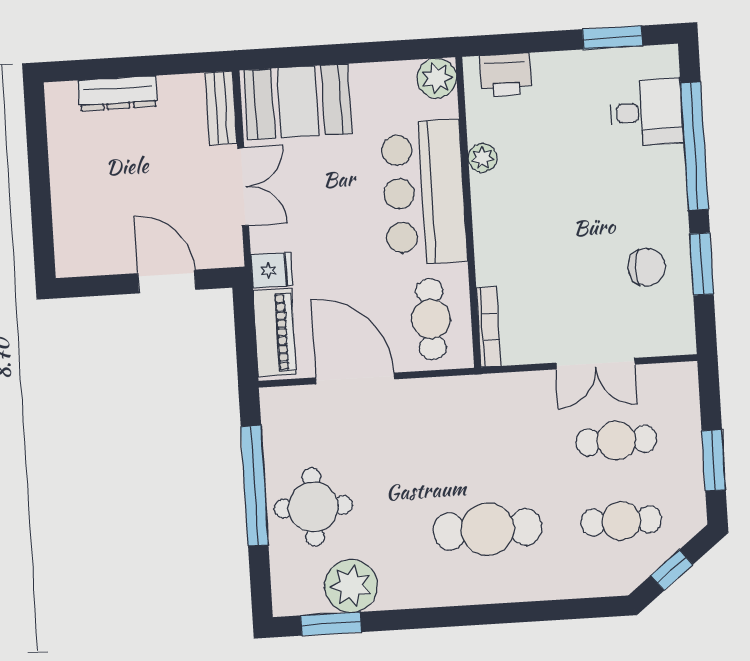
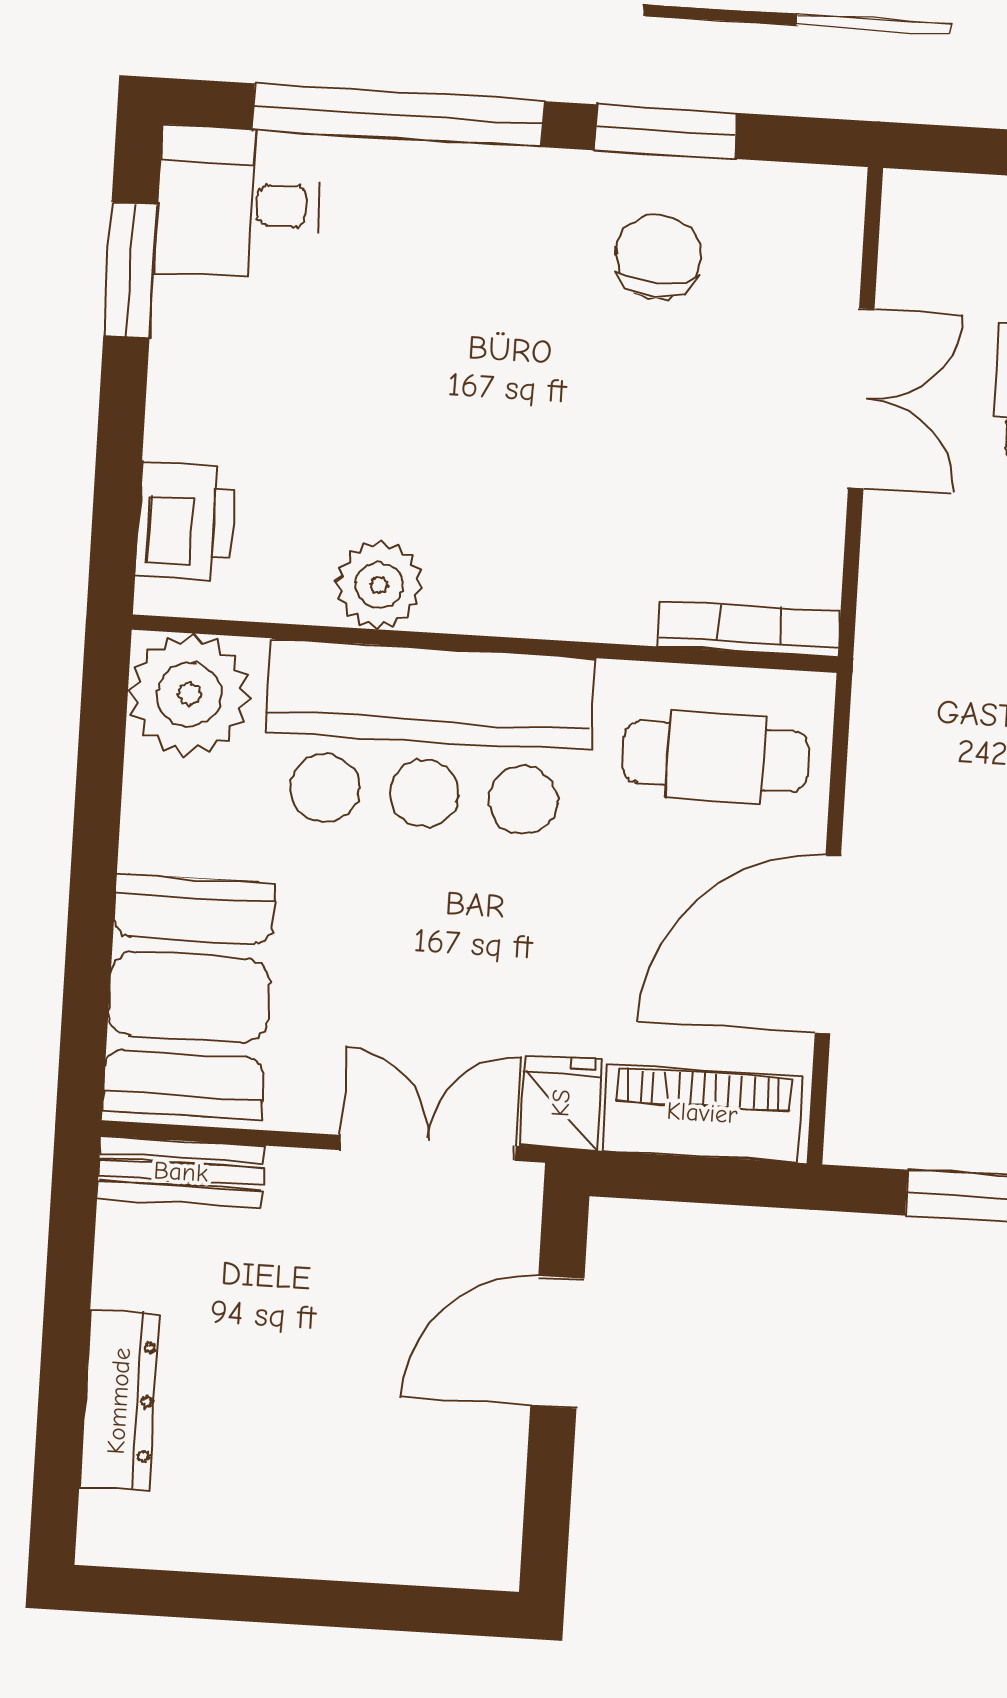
plant: (437, 78) -> (189, 695), width x1.36, depth x1.36
desk: (647, 112) -> (238, 203), moved, turned -90
plant: (483, 158) -> (379, 585), width x1.38, depth x1.38
double door: (243, 187) -> (428, 1148), moved

